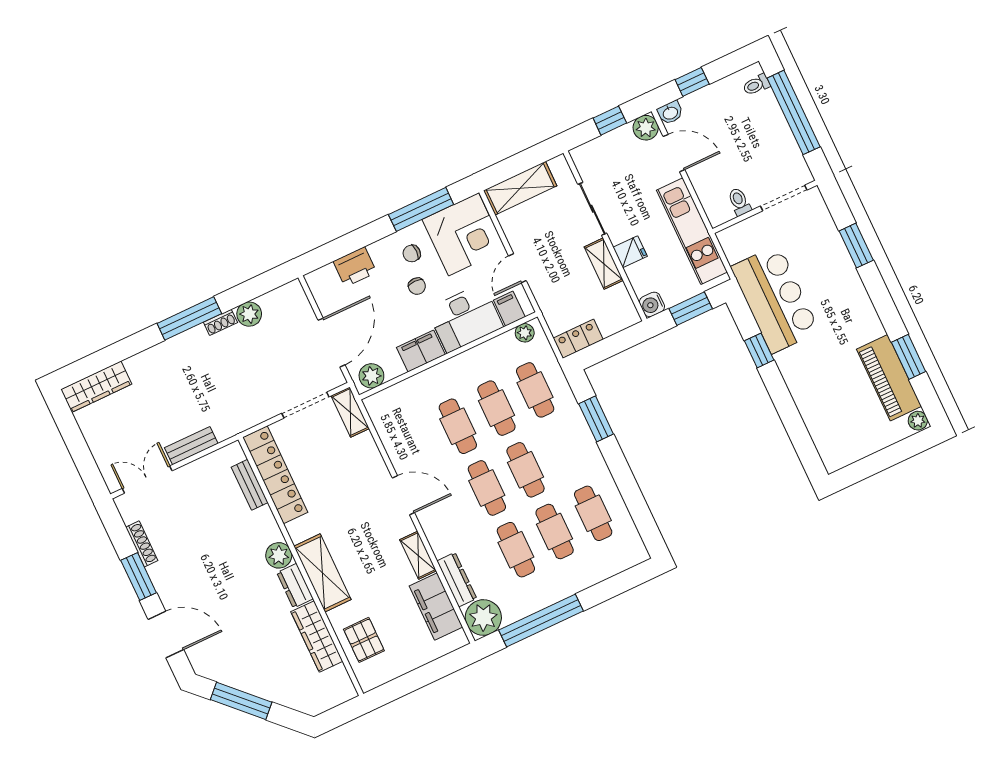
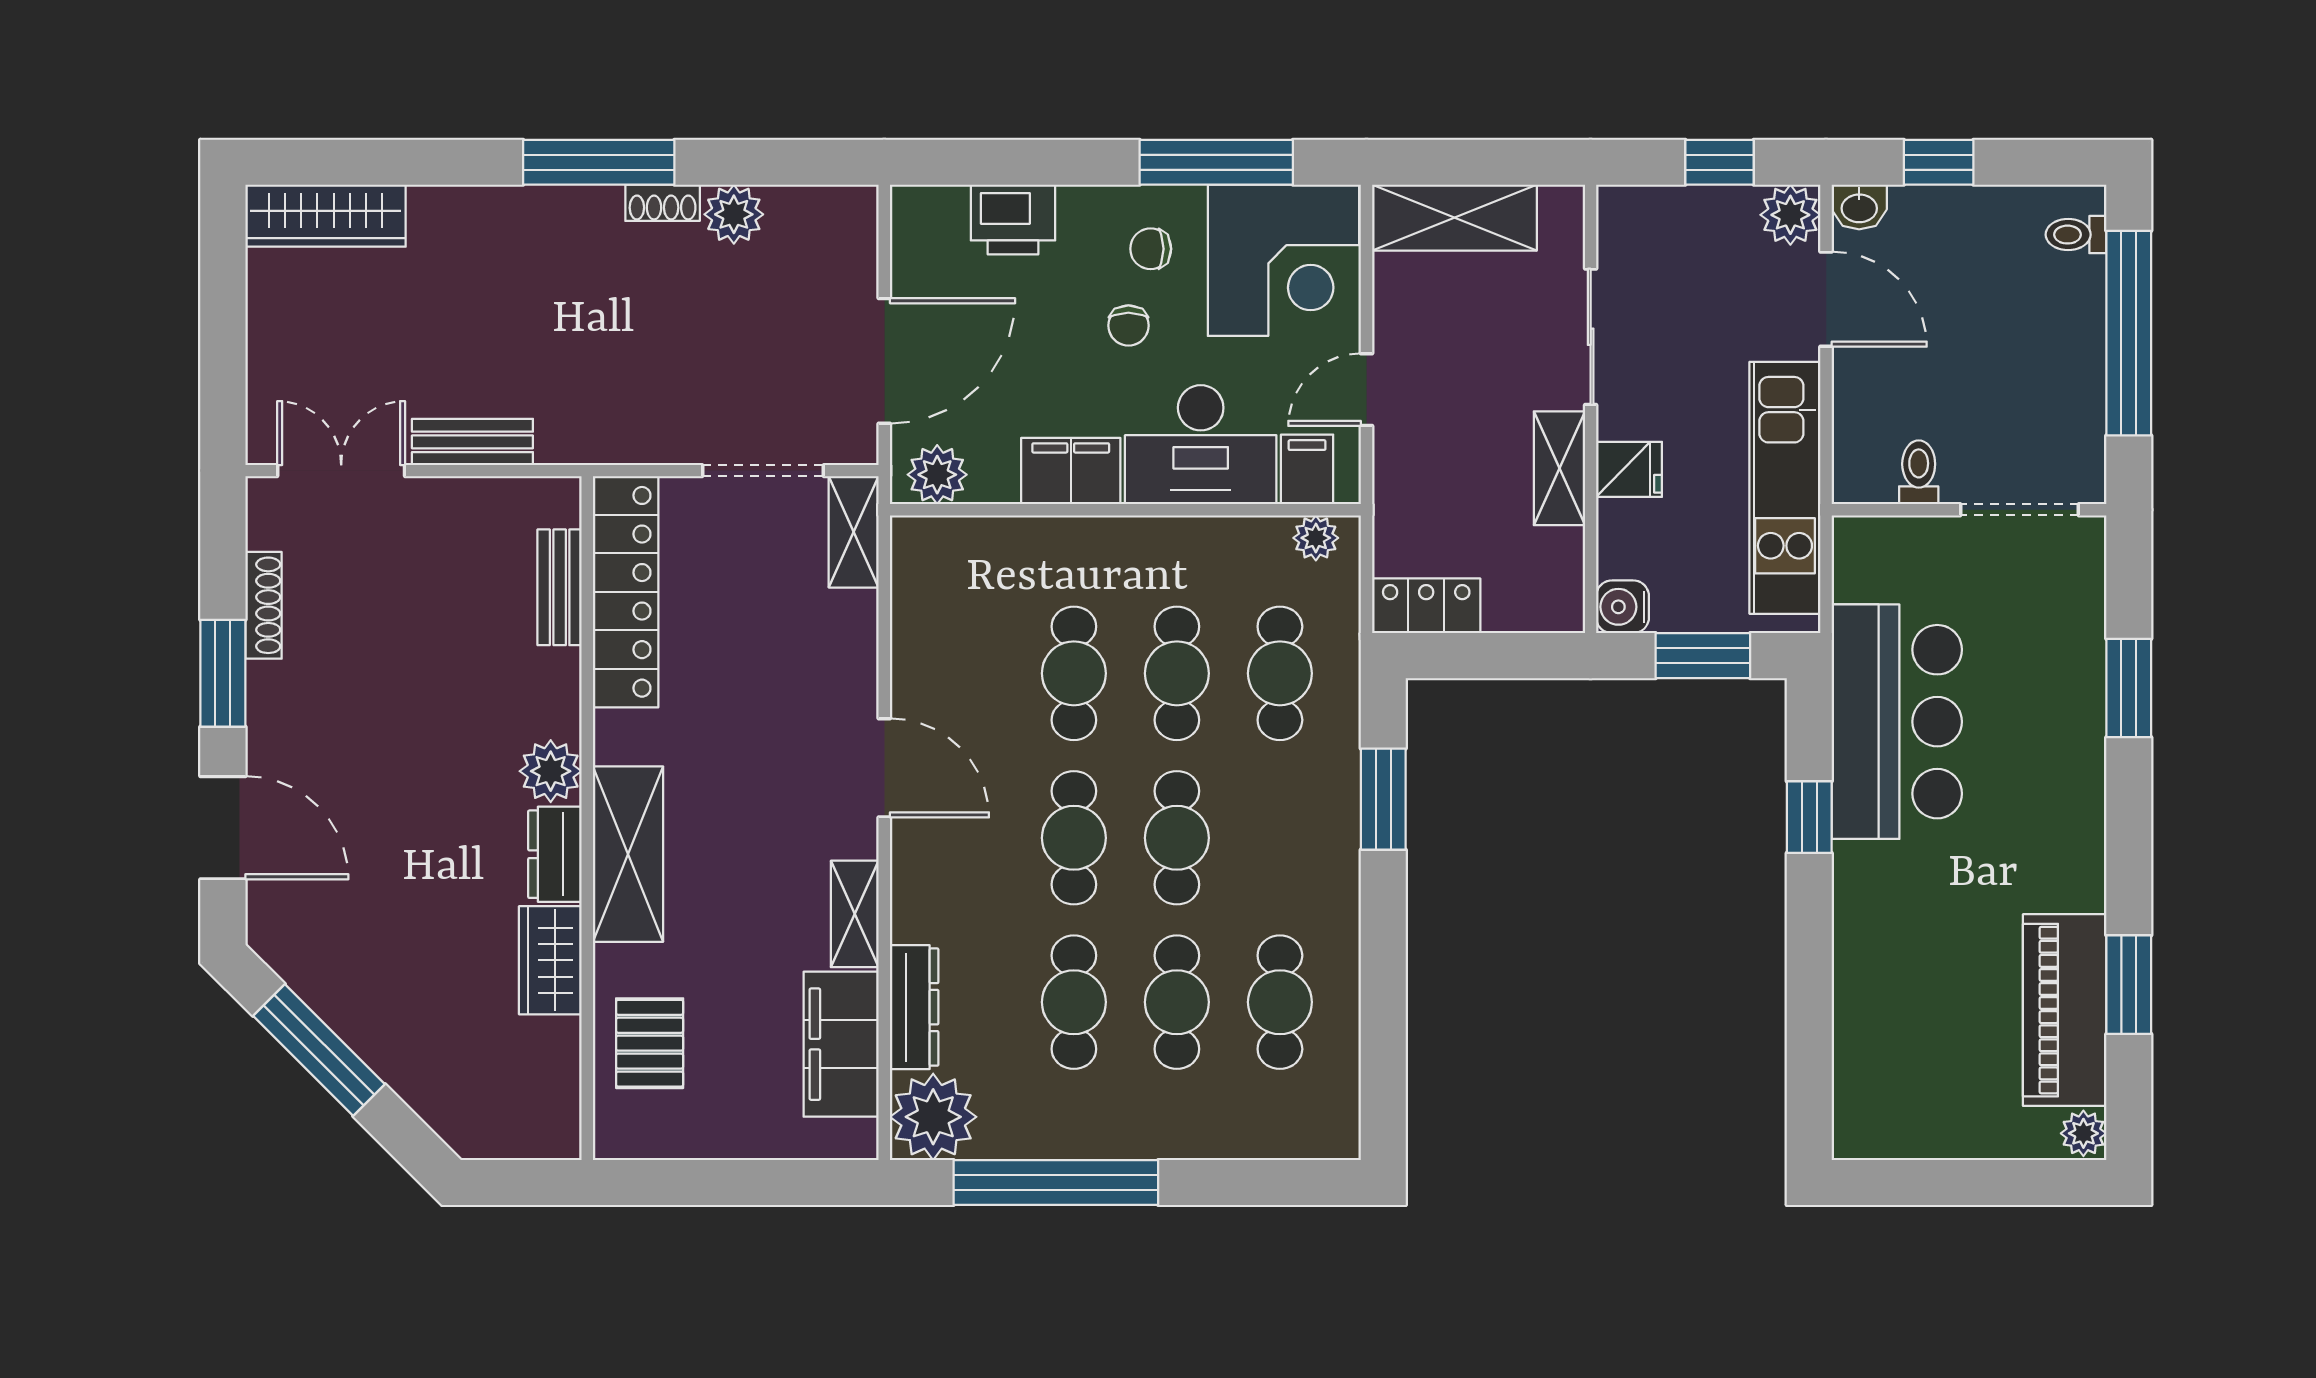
wardrobe: (317, 637) -> (550, 960), width x0.67

